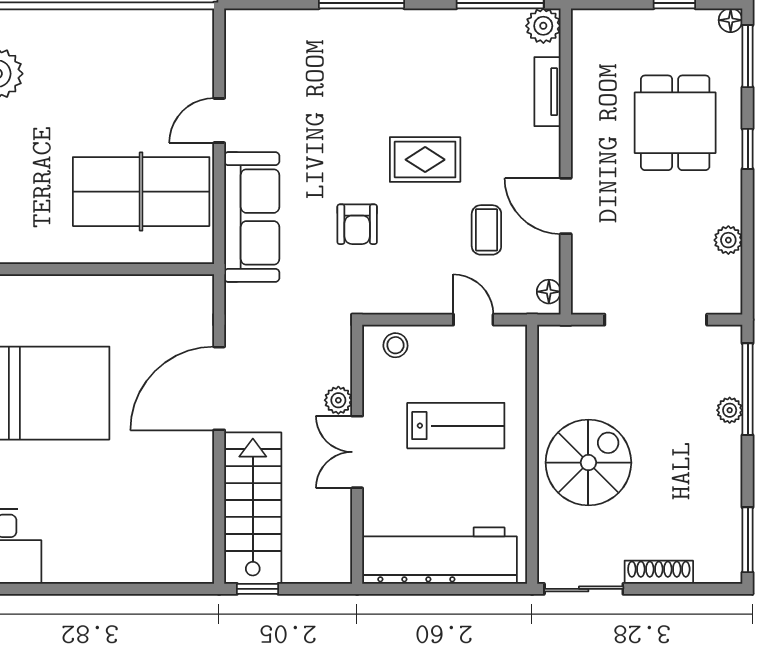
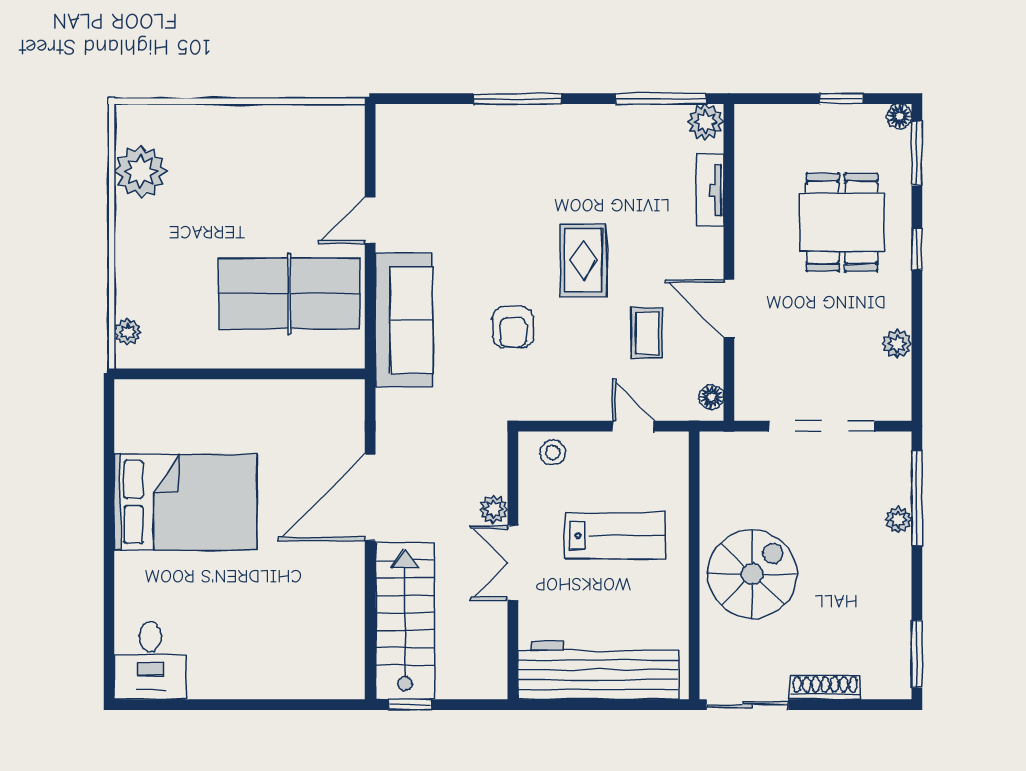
rug: (425, 160) -> (583, 260), turned 90

